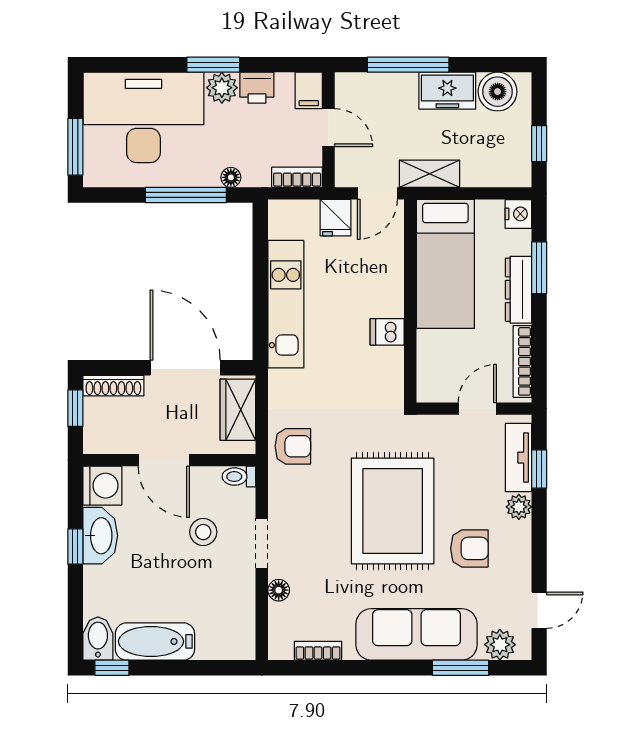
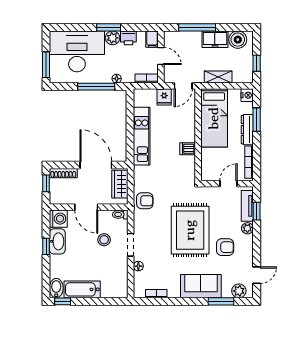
shelving: (429, 174) -> (218, 77), moved
sofa: (417, 634) -> (201, 286), width x0.73

